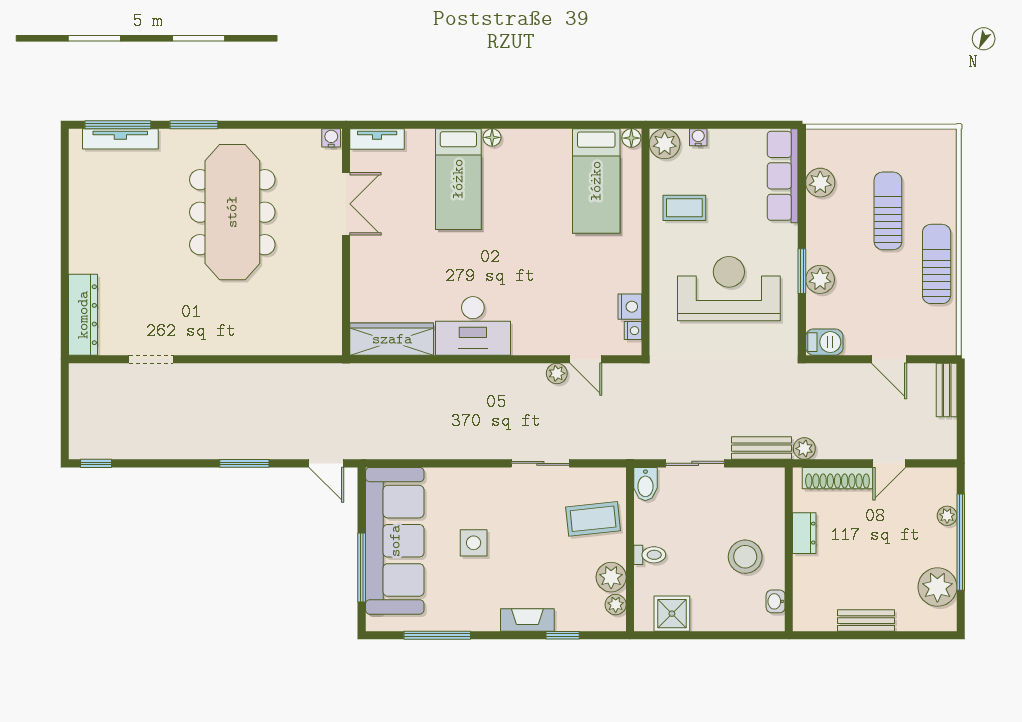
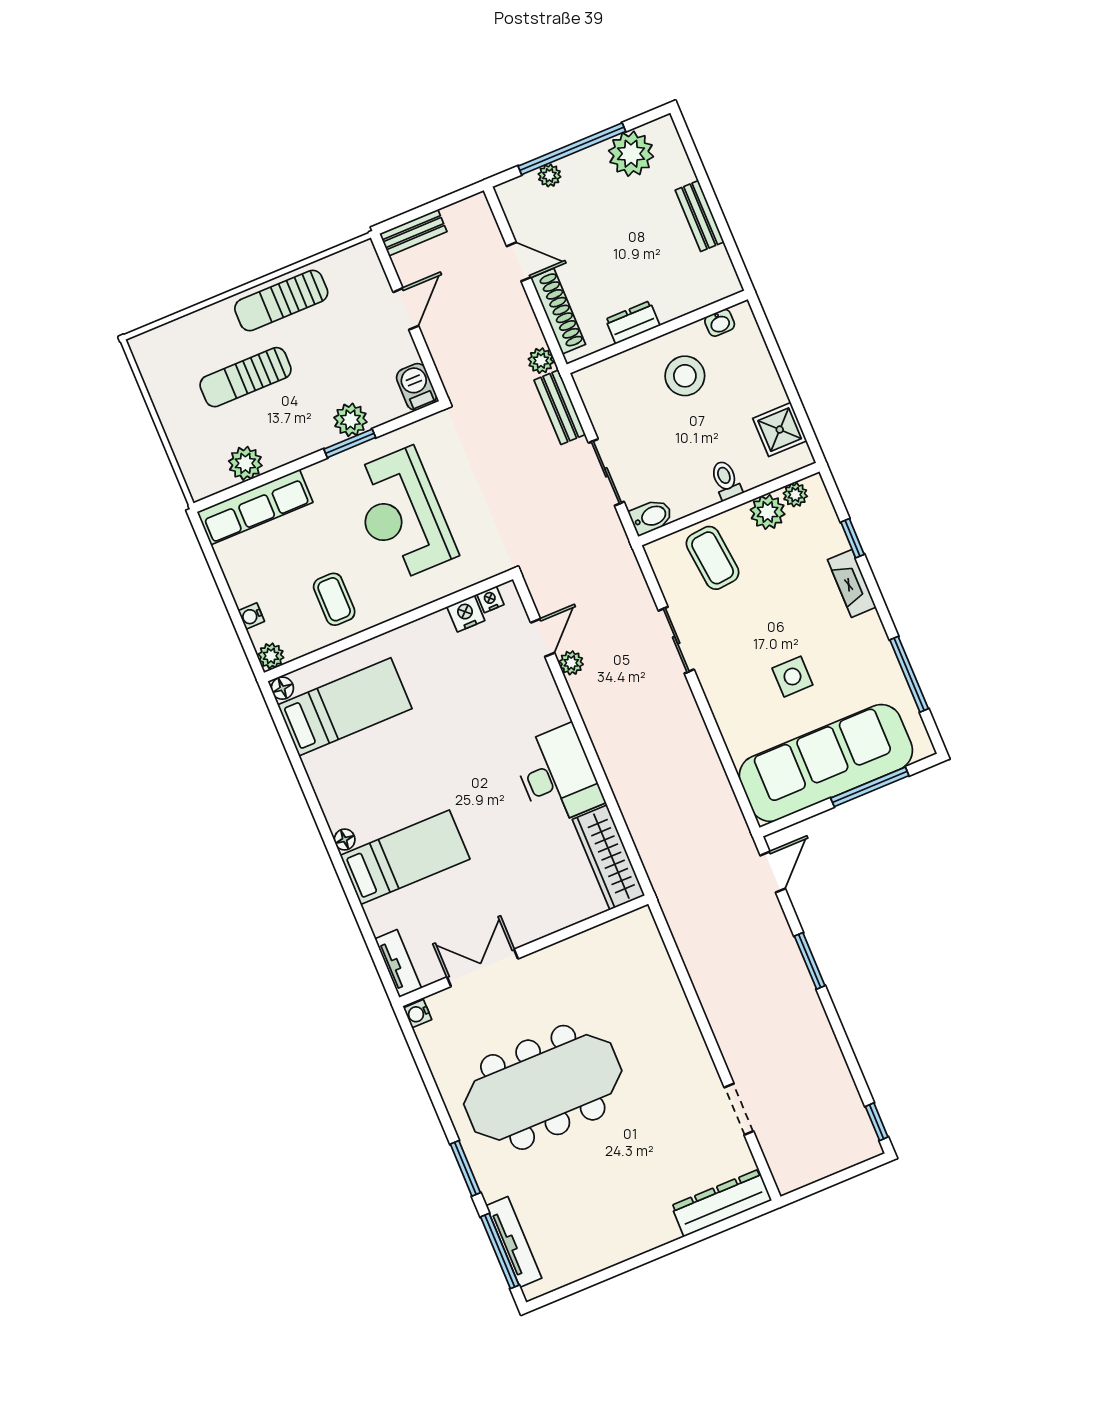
plant: (665, 144) -> (271, 656), width x0.73, depth x0.73

